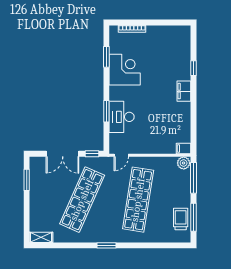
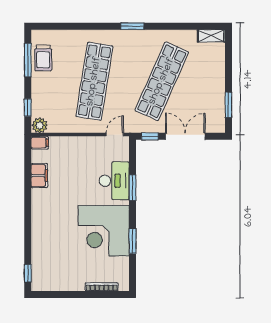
window: (106, 57) -> (133, 241), moved
window: (193, 68) -> (28, 273), moved
corner desk: (125, 70) -> (104, 231), width x1.36, depth x1.36
filing cabinet: (184, 91) -> (39, 176), moved
window: (193, 178) -> (28, 107), width x0.46

